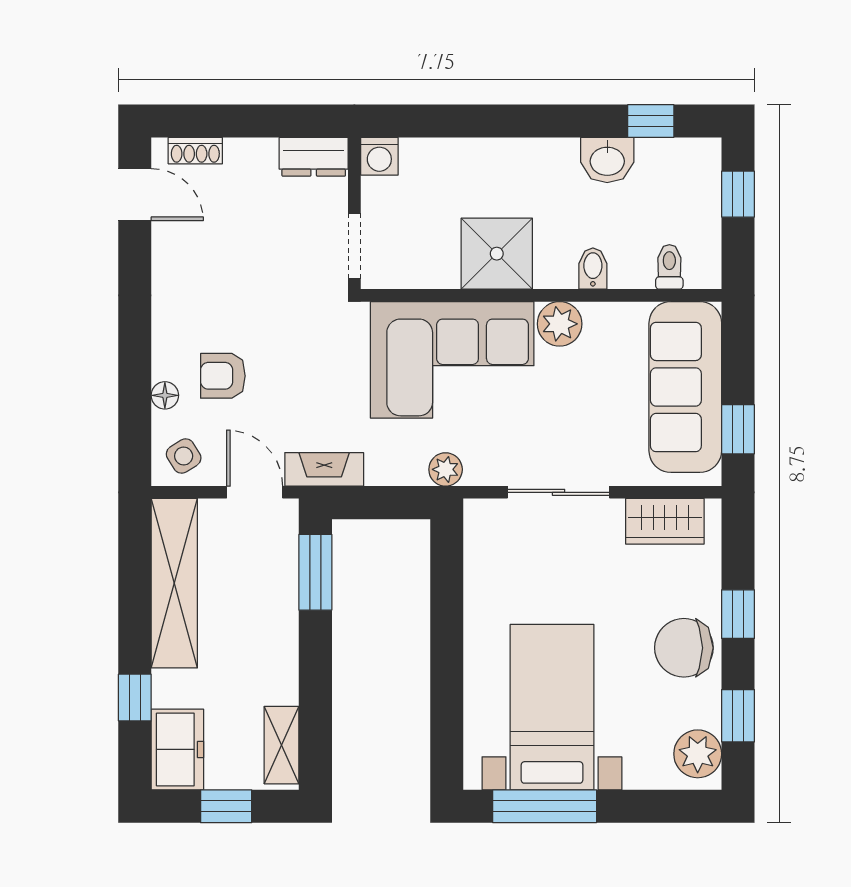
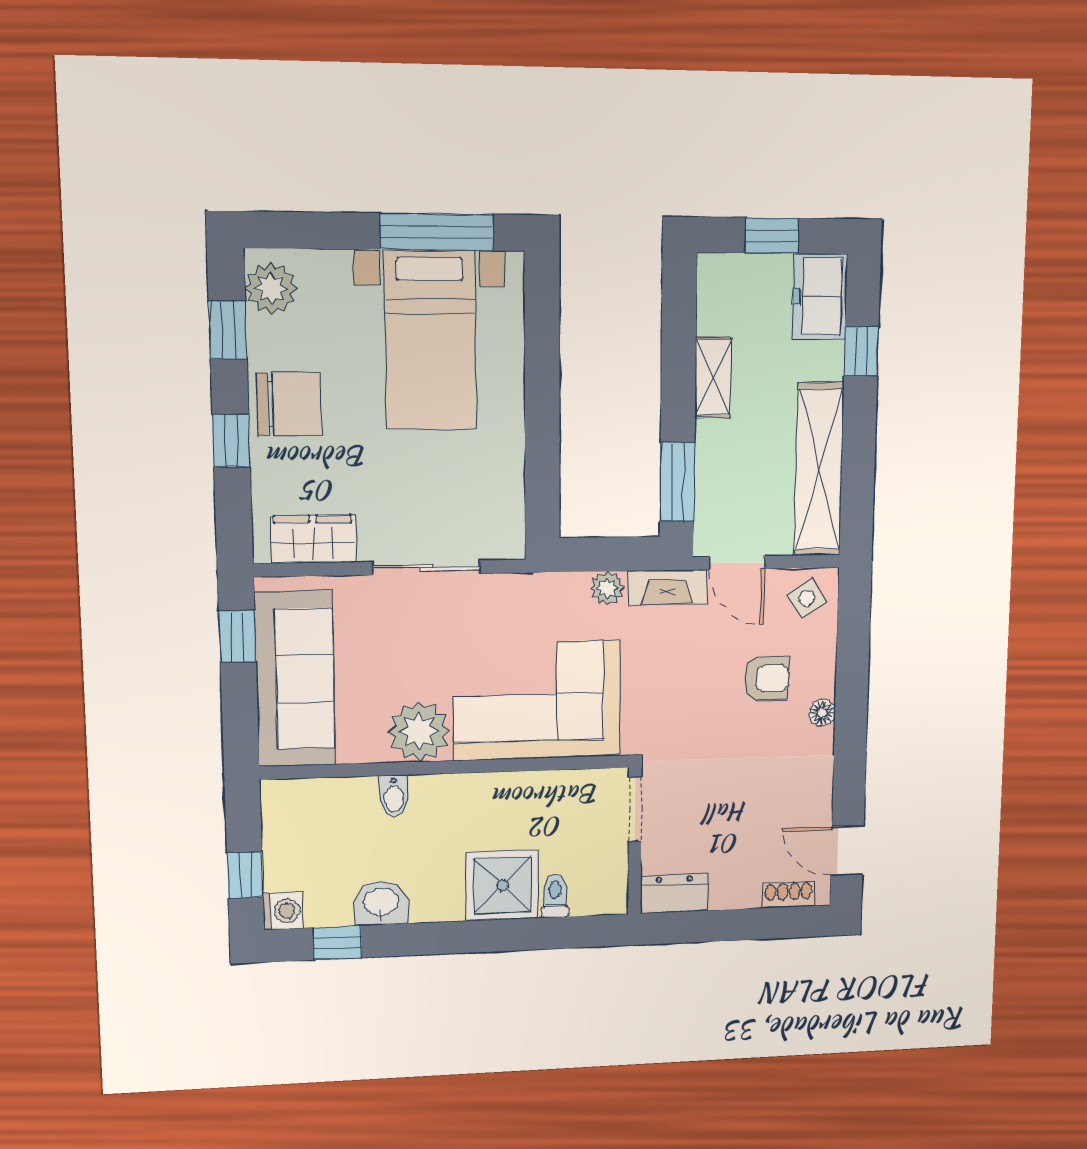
washing machine: (379, 156) -> (283, 911), moved, turned 90
shower: (497, 254) -> (502, 885), moved
toilet: (669, 267) -> (555, 896), moved, turned 180
plant: (560, 324) -> (419, 731), width x1.36, depth x1.36
floor lamp: (165, 395) -> (822, 713), moved
plant: (446, 469) -> (607, 588), moved
shelving: (282, 745) -> (713, 377), moved

